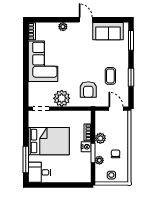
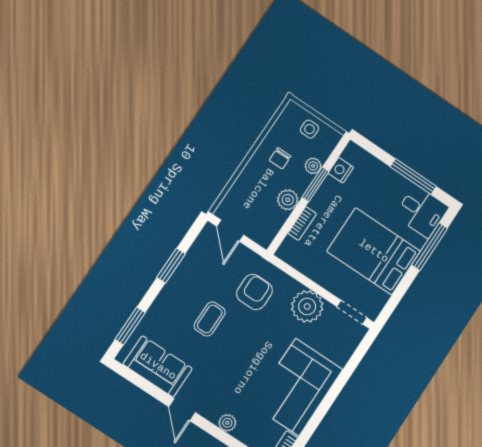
coffee table: (110, 76) -> (210, 319), moved
nightstand: (86, 147) -> (341, 170), moved
window: (53, 185) -> (413, 176), added

